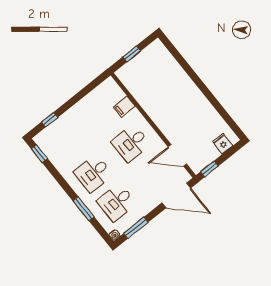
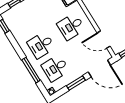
window: (84, 209) -> (31, 70), width x1.44
window: (136, 228) -> (76, 83), moved

